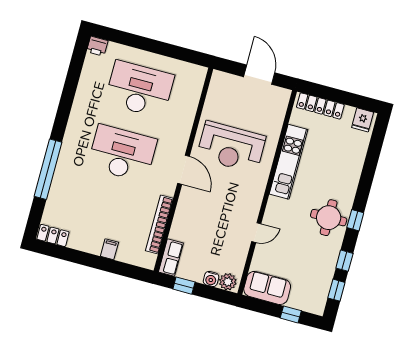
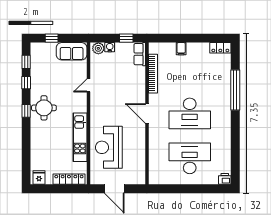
desk: (140, 89) -> (190, 158), turned 180
reception desk: (231, 147) -> (109, 147), moved, turned -90

